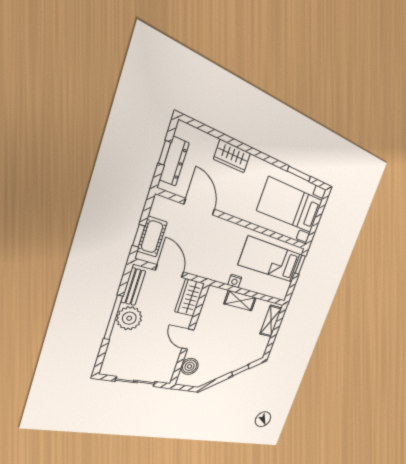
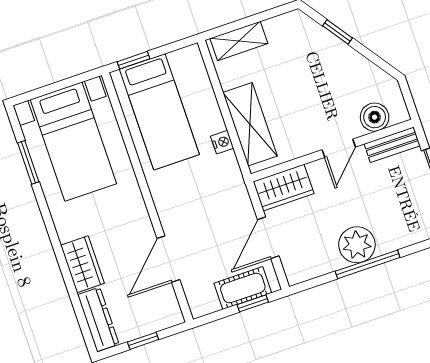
dresser: (174, 161) -> (98, 319), moved, turned 90
bench: (133, 287) -> (392, 145), moved
shelving: (240, 301) -> (250, 124), width x1.50, depth x1.33

